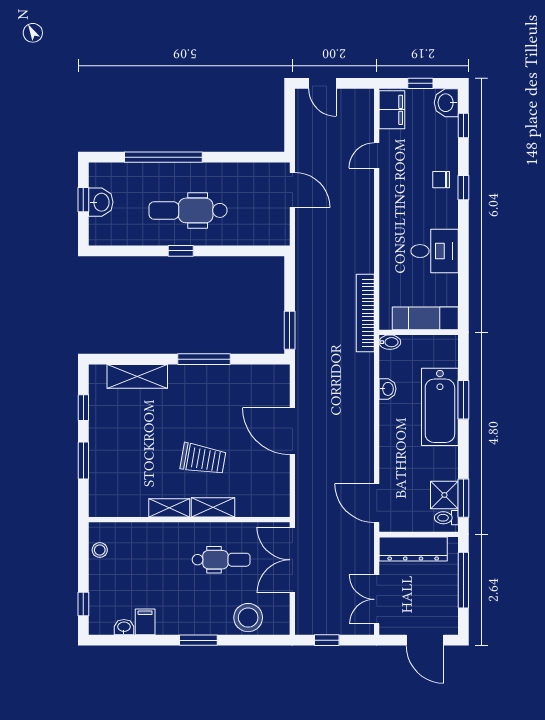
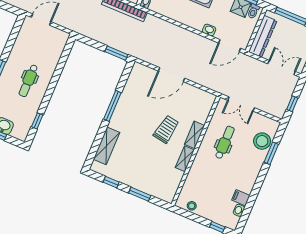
dental chair: (188, 210) -> (28, 81), width x0.73, depth x0.72
window: (181, 251) -> (37, 121), moved
washbasin: (387, 389) -> (209, 30), moved
double door: (292, 560) -> (241, 104), width x0.73
double door: (377, 599) -> (282, 68), swing flipped
window: (198, 640) -> (271, 153), moved

